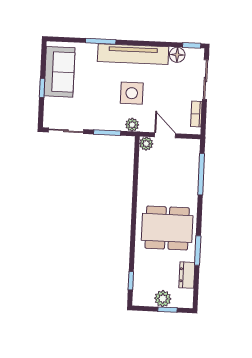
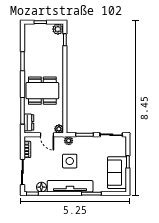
dining table: (167, 228) -> (42, 91), moved
dresser: (187, 275) -> (29, 122), moved
plant: (163, 299) -> (58, 29), moved

